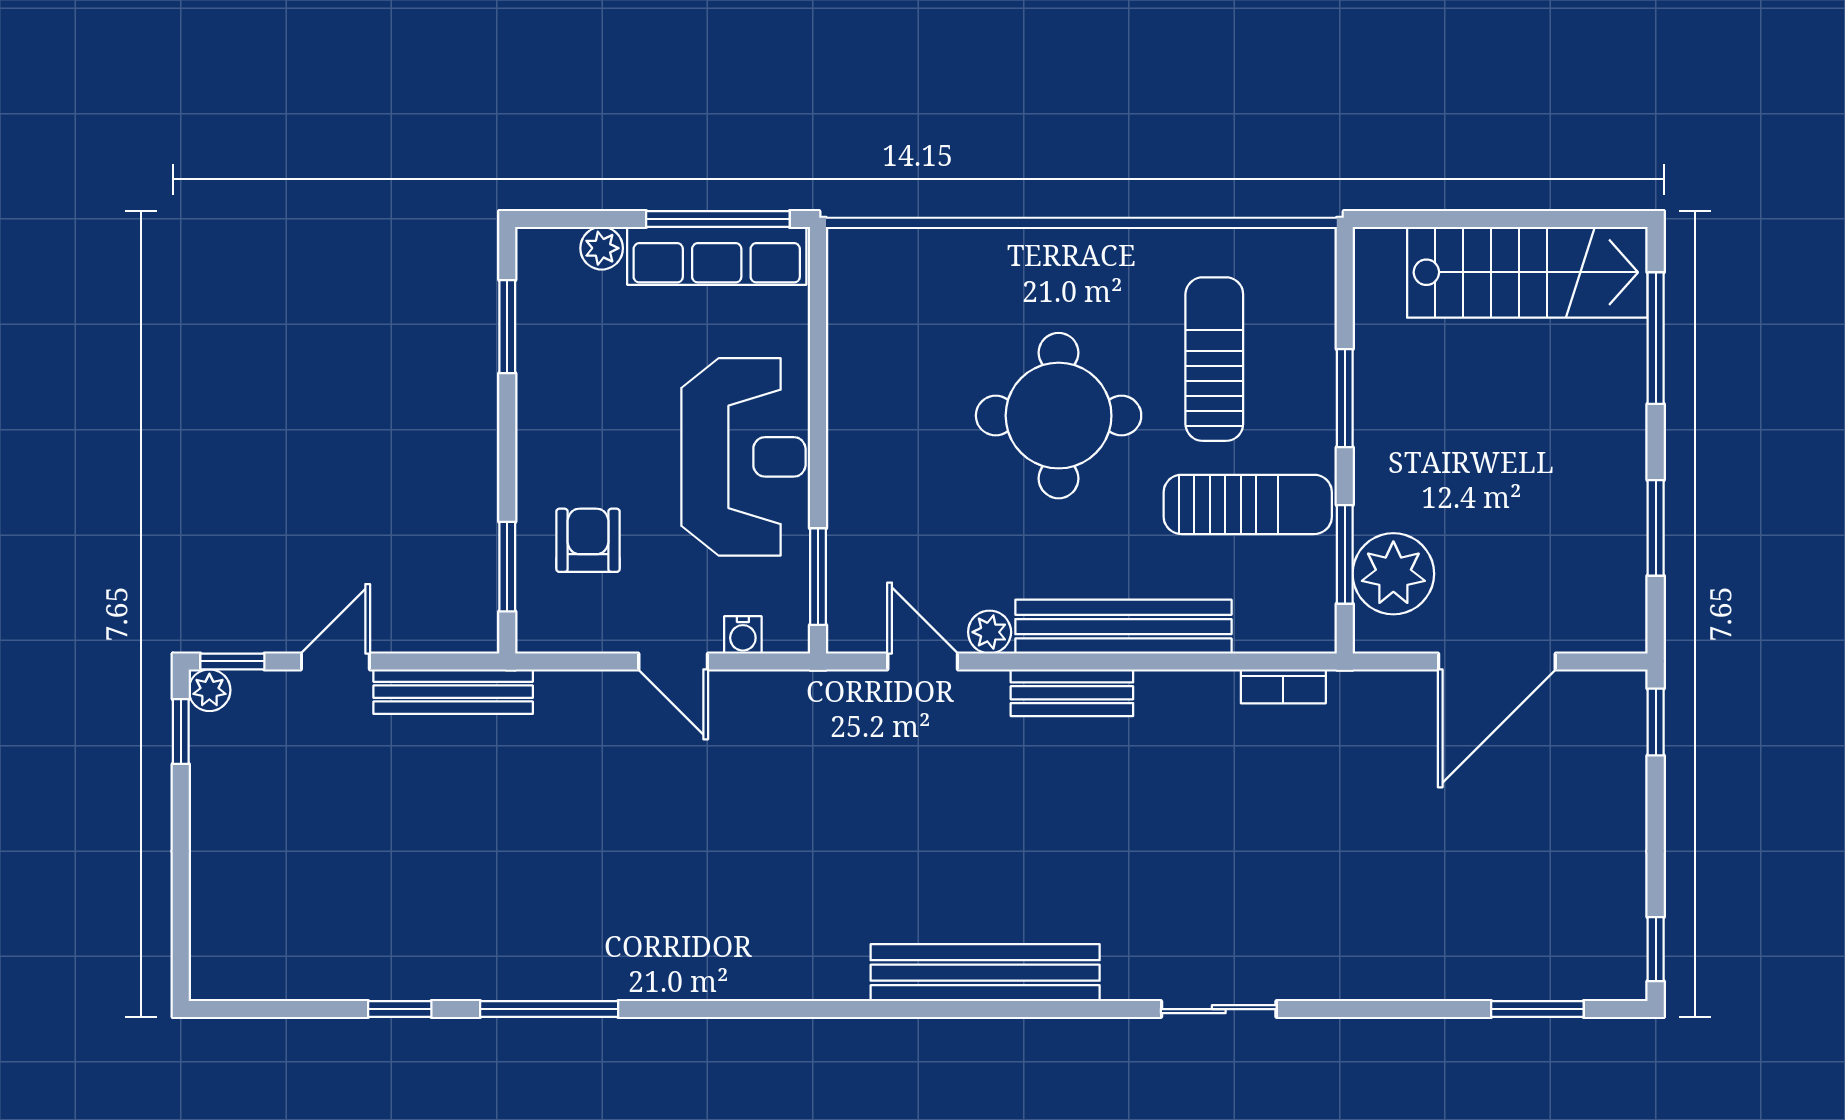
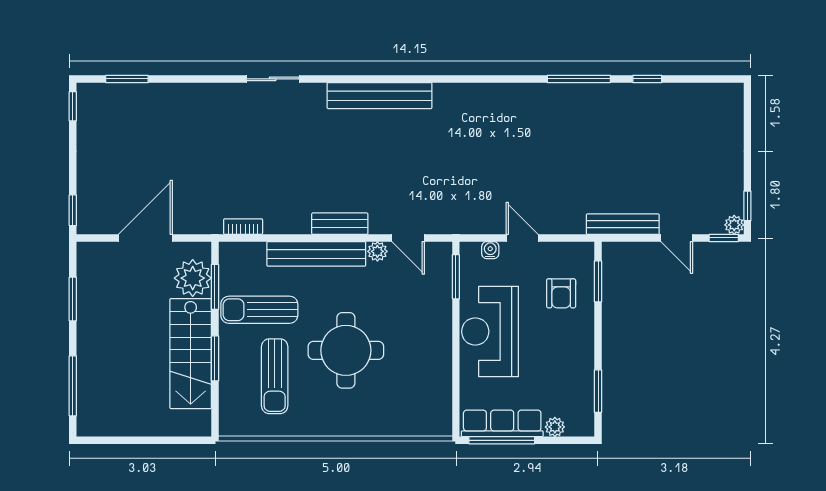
stairs: (1527, 272) -> (191, 354), moved, turned -90
door: (335, 661) -> (677, 238), hinge flipped

